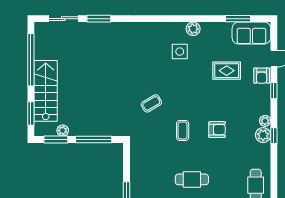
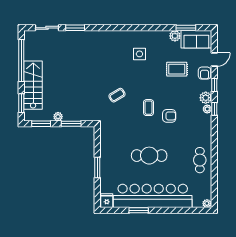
plant: (193, 29) -> (175, 36), moved
plant: (63, 130) -> (58, 117), moved
coffee table: (183, 131) -> (149, 108), moved
plant: (263, 135) -> (206, 98), moved
window: (274, 136) -> (214, 109), moved
window: (94, 139) -> (71, 124), width x0.69
cafe table: (192, 179) -> (149, 156), width x1.37, depth x1.35

